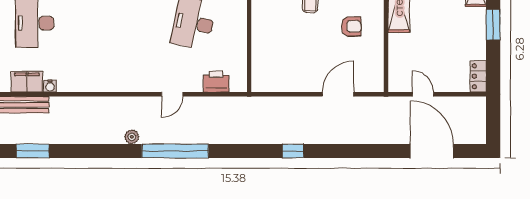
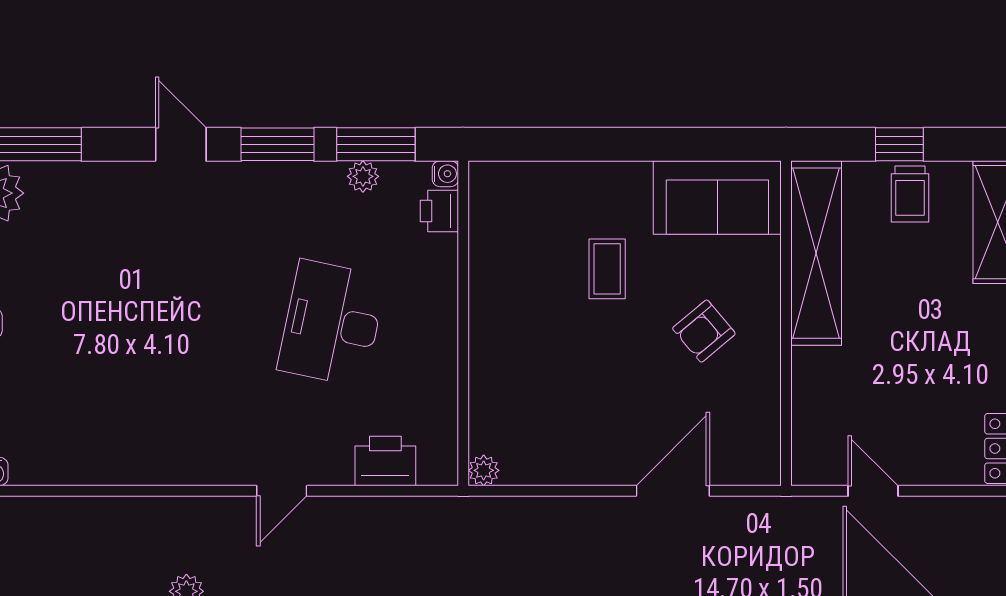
armchair: (351, 26) -> (704, 331), turned 140
plant: (258, 86) -> (484, 470), added

